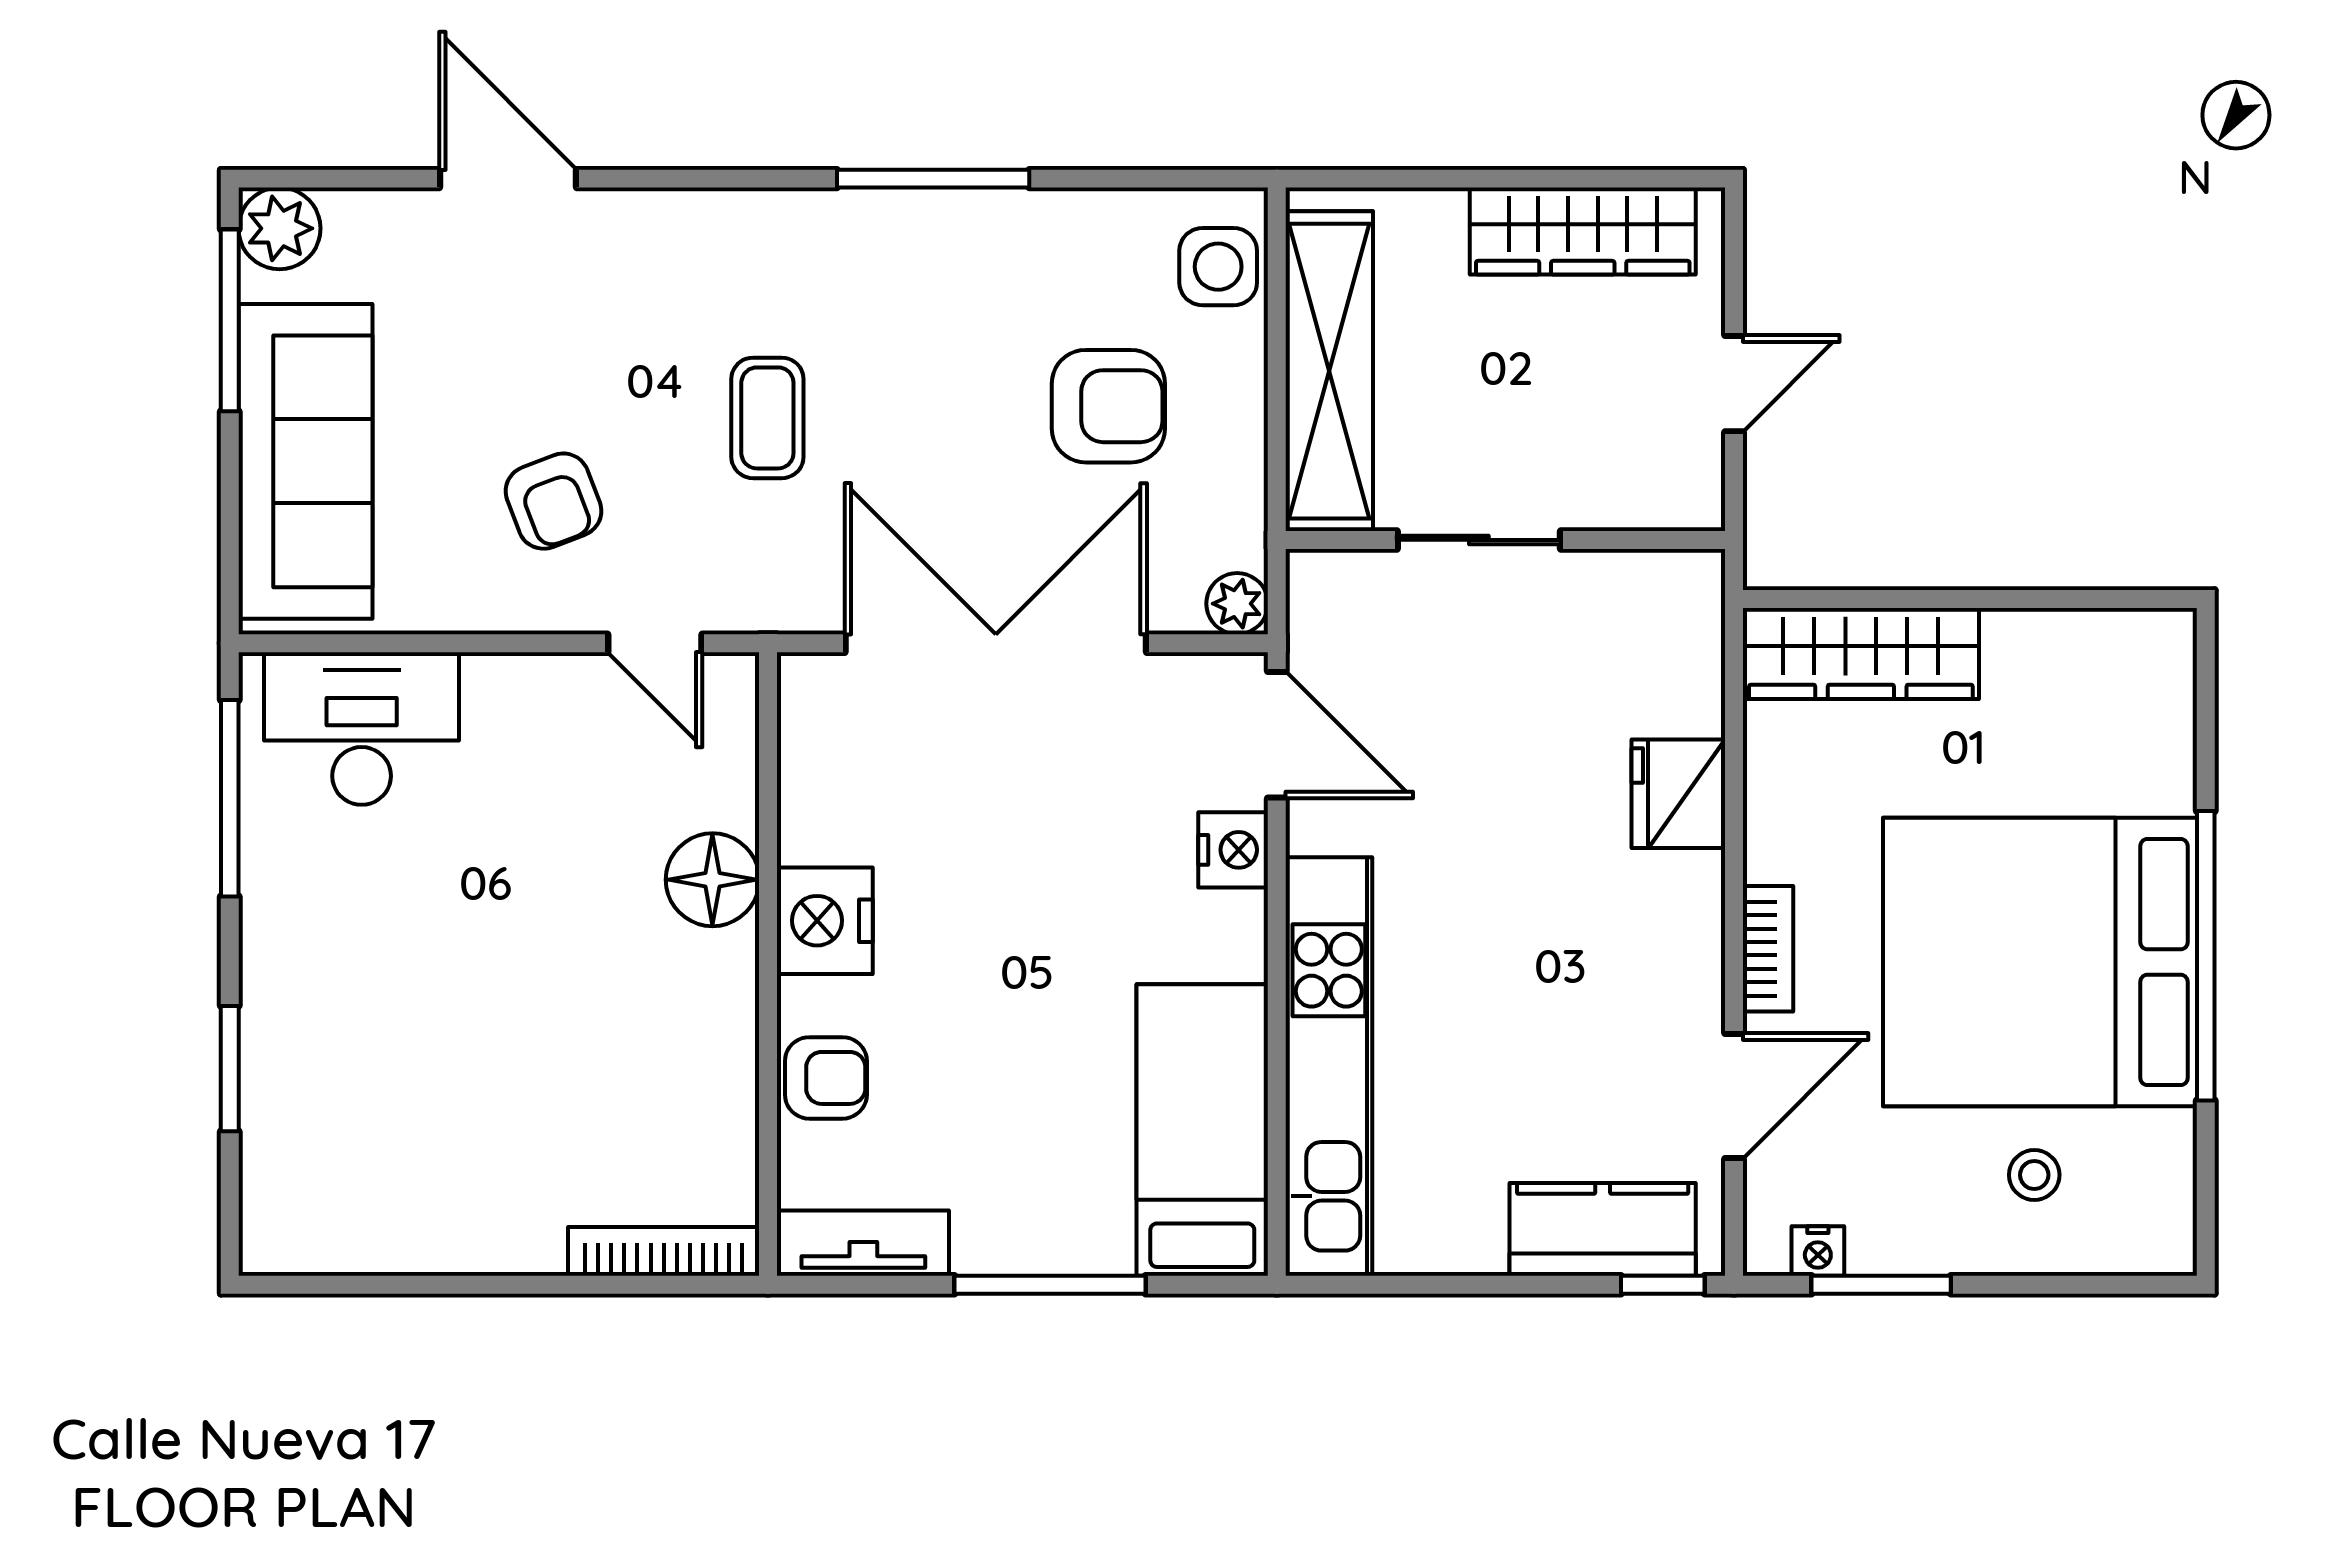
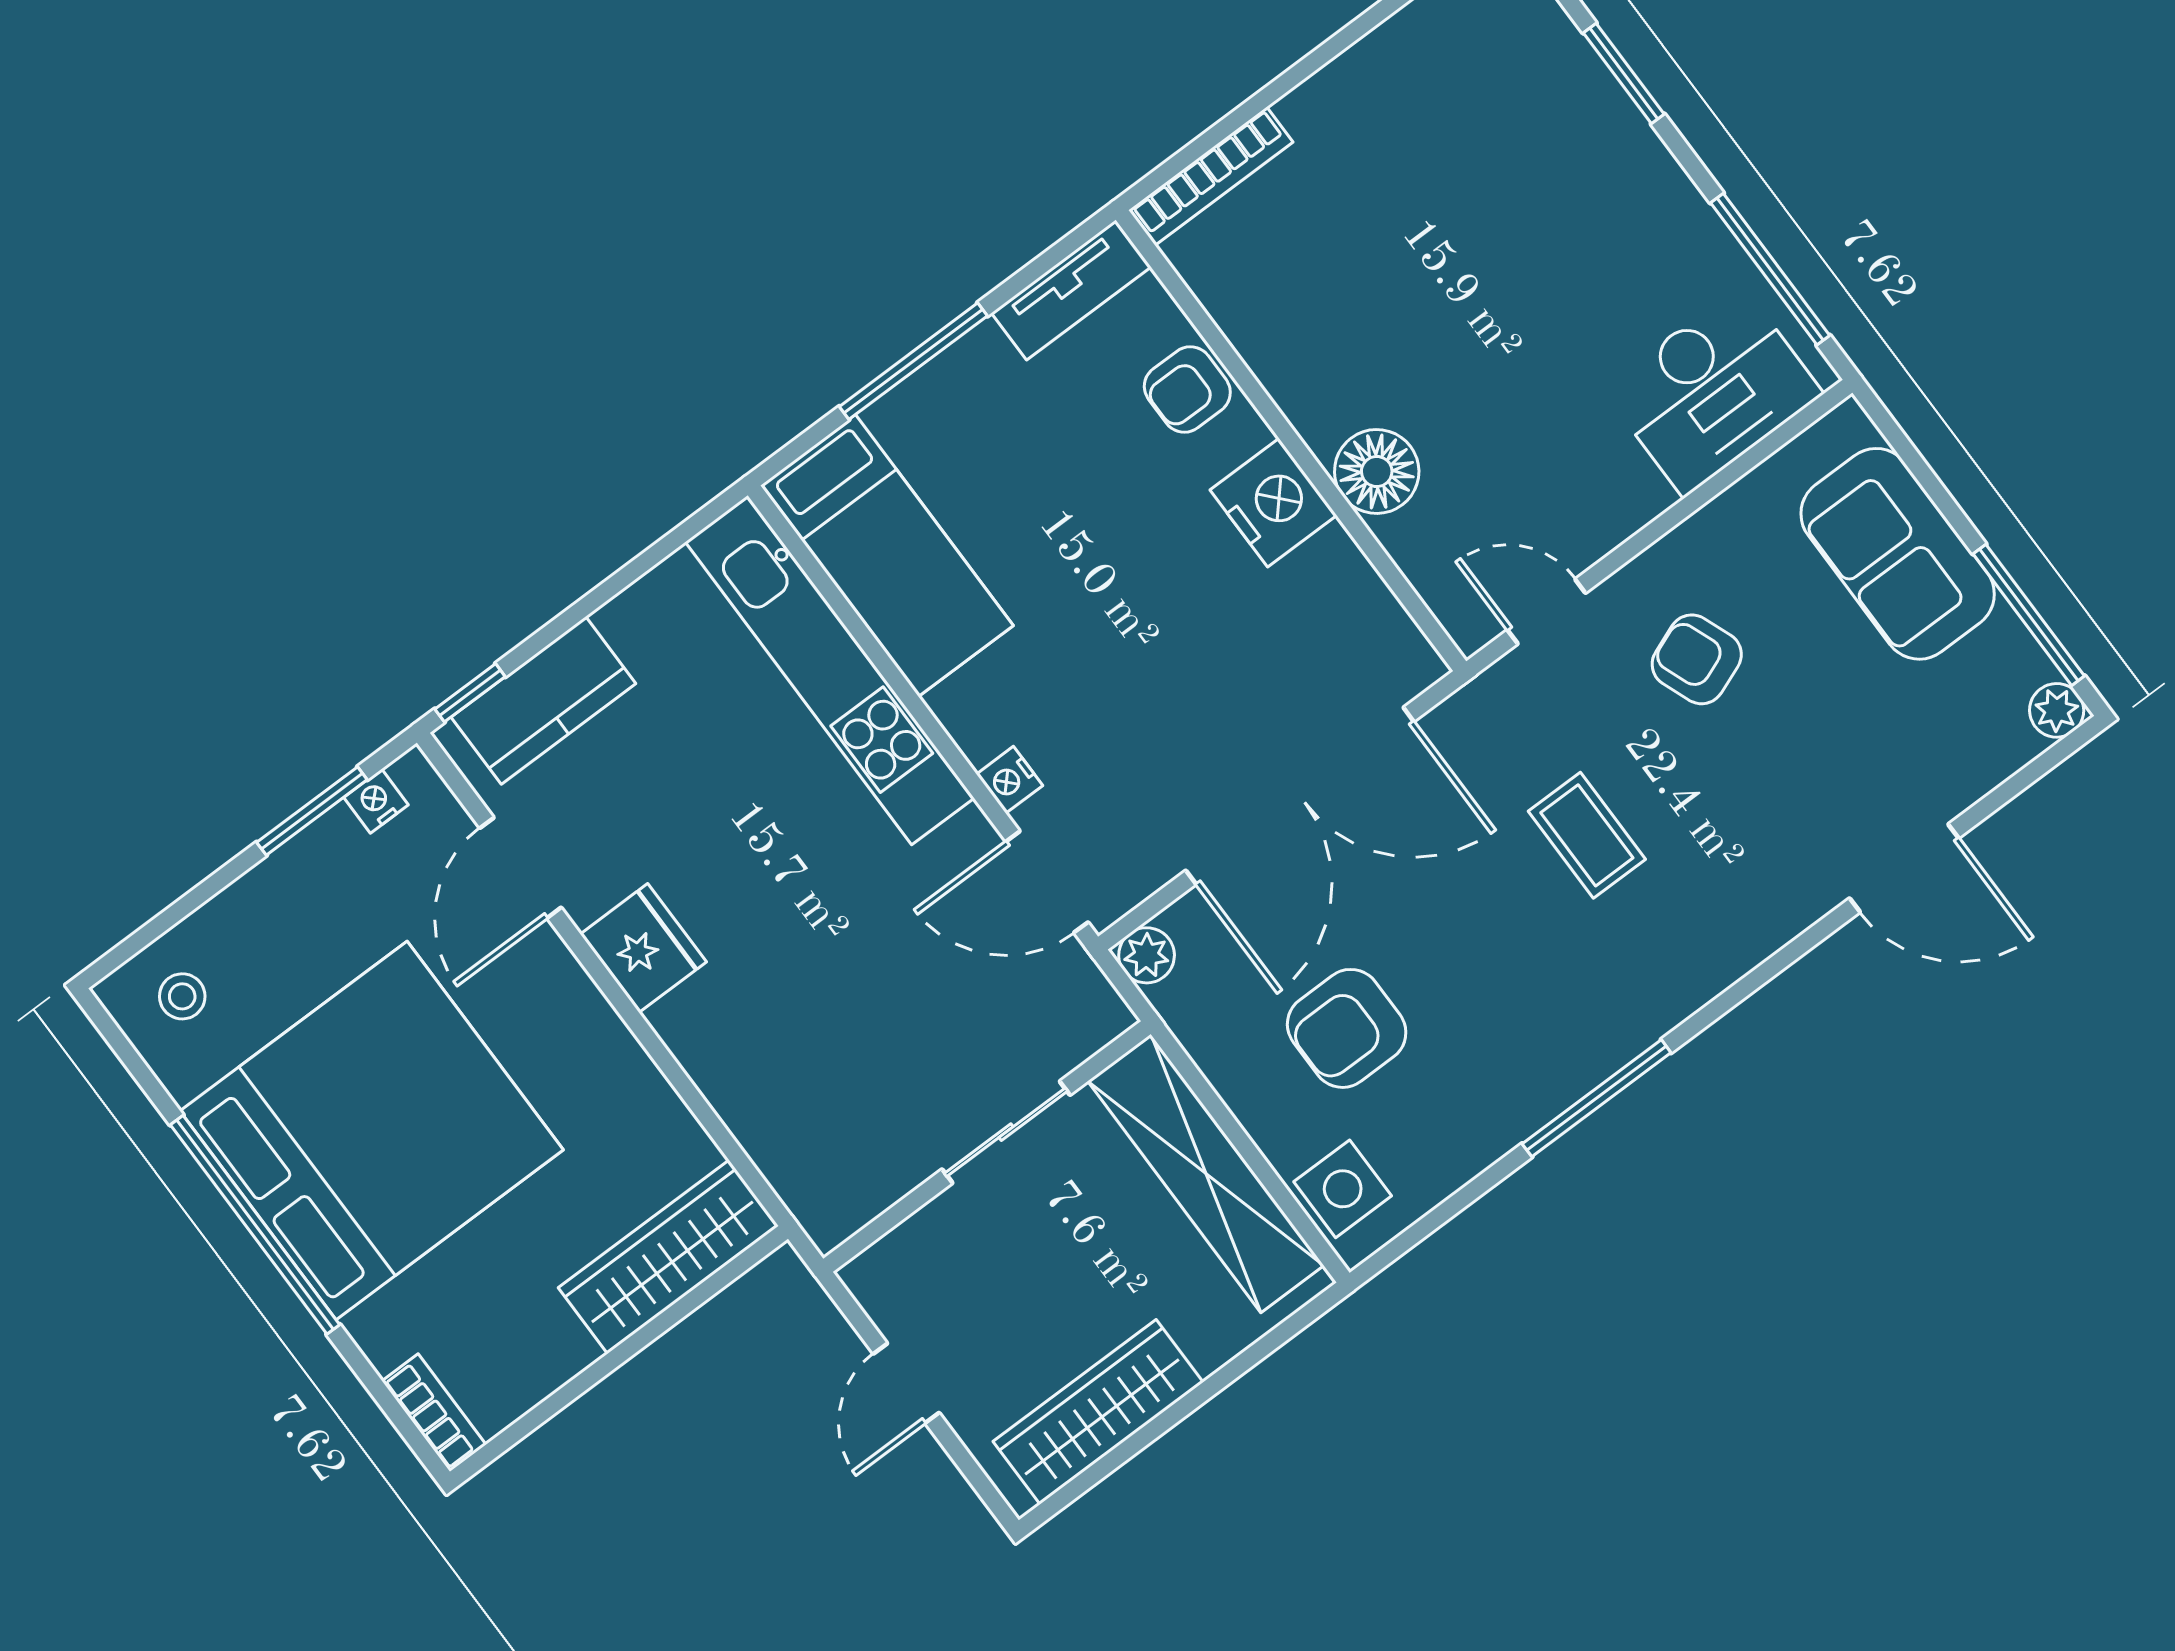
plant: (280, 228) -> (2057, 710), width x0.73, depth x0.73
sofa: (305, 461) -> (1898, 554), width x0.73
fridge: (1678, 794) -> (643, 948), moved
nightstand: (1233, 850) -> (1010, 780), width x0.72, depth x0.74
bookcase: (1768, 949) -> (434, 1413), moved, turned 180
stool: (2034, 1175) -> (182, 996), moved

